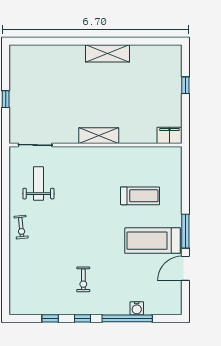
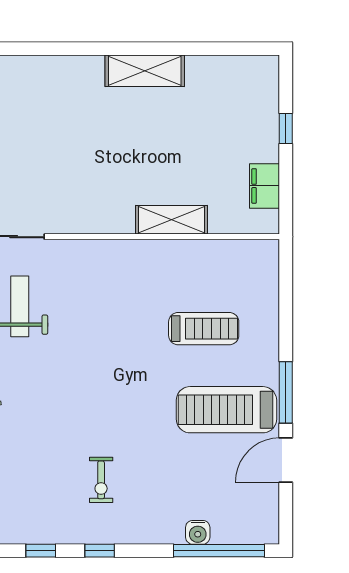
filing cabinet: (169, 135) -> (265, 186), moved, turned -90
shelving: (99, 136) -> (171, 220), moved
window: (127, 318) -> (219, 551), moved

